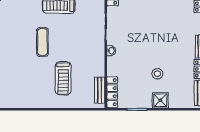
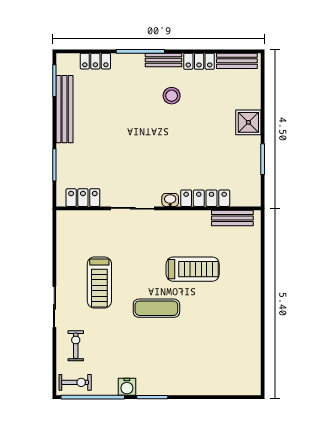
stool: (157, 74) -> (172, 96), moved
treadmill: (63, 78) -> (193, 269), moved
locker: (112, 92) -> (205, 198), moved

